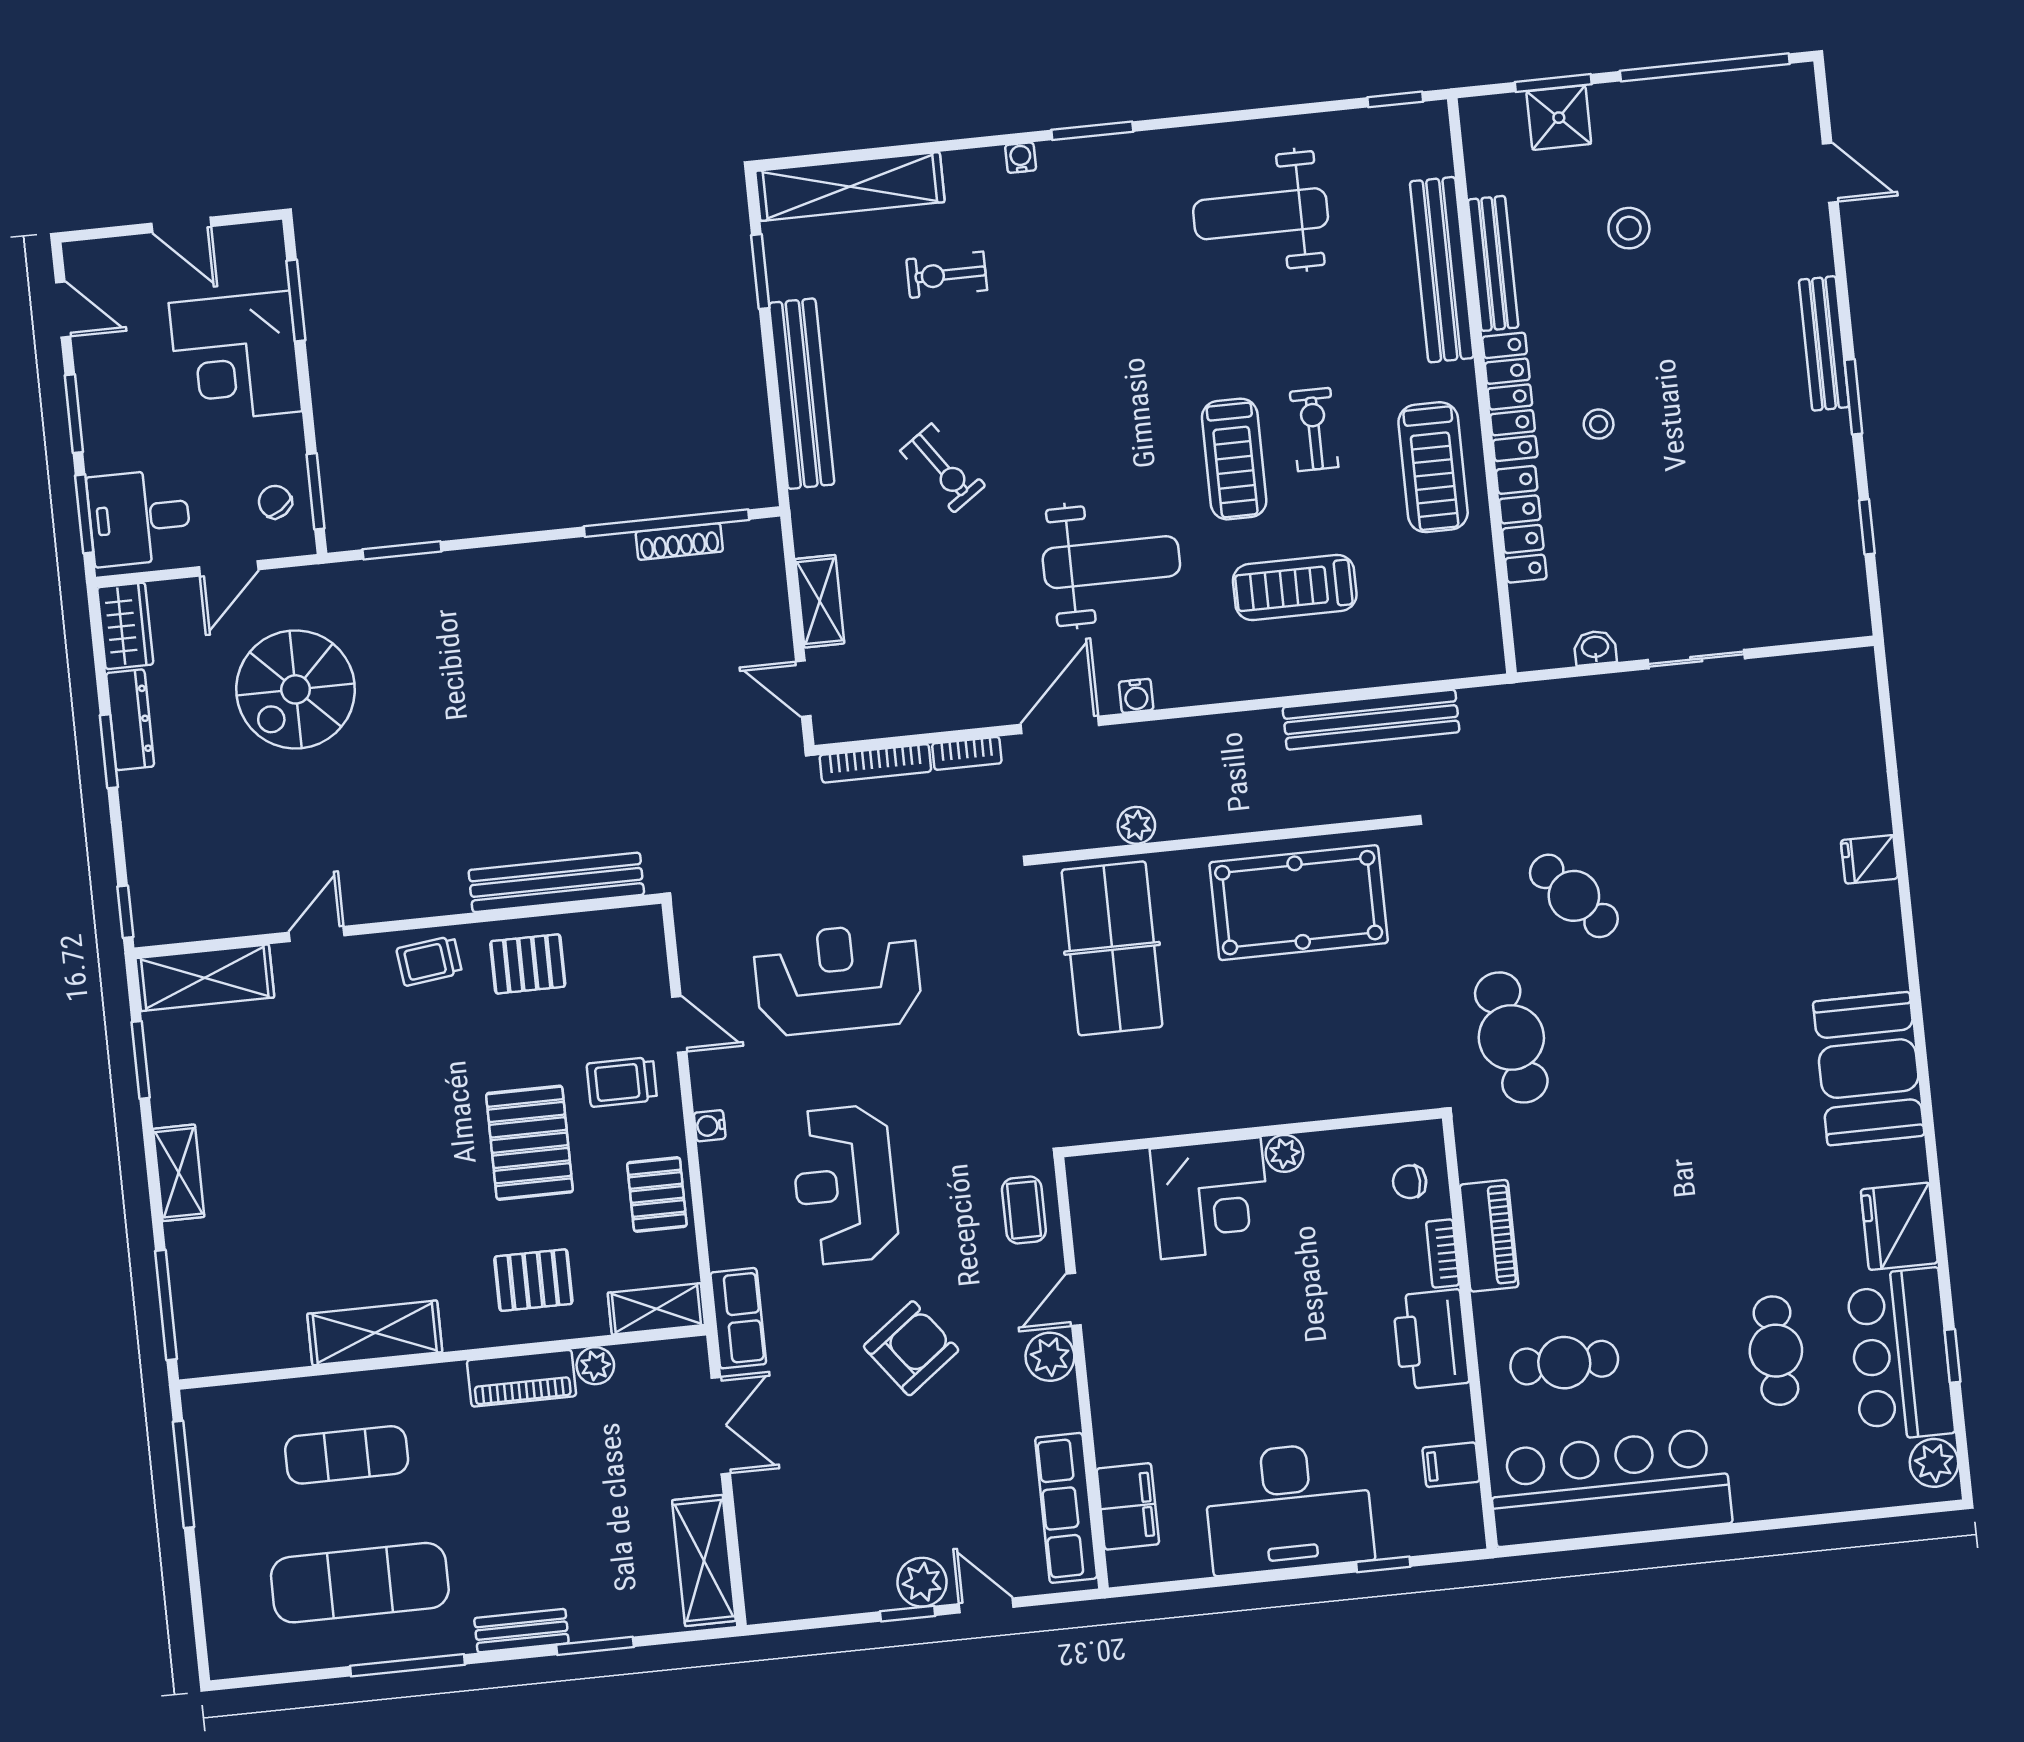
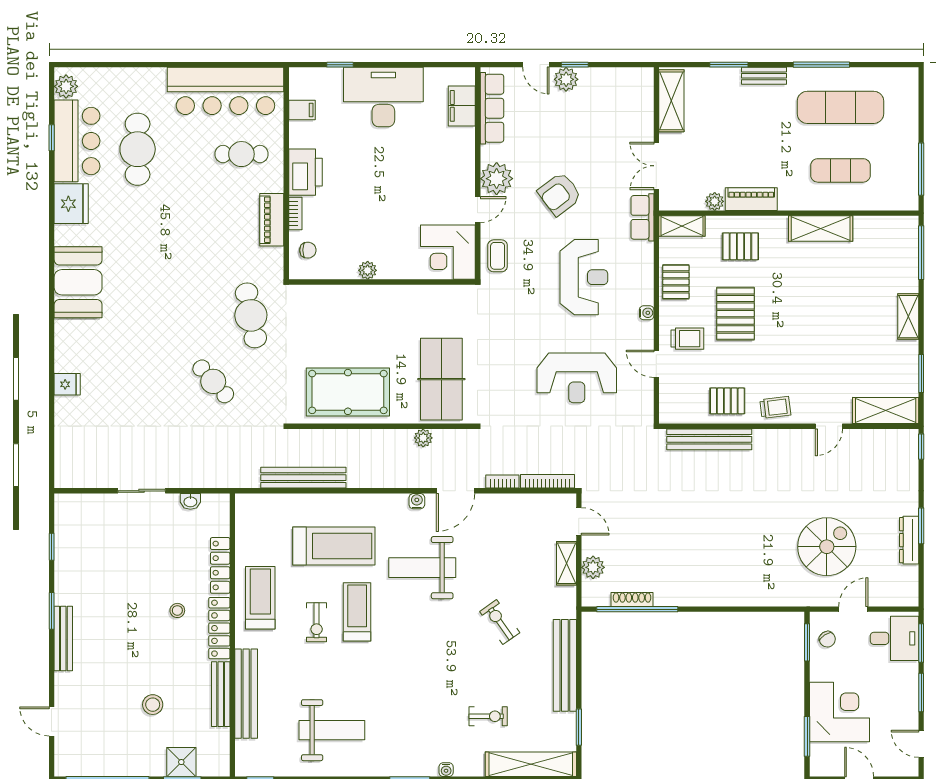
window: (402, 550) -> (768, 609), removed
treadmill: (1295, 588) -> (334, 546), width x1.37, depth x1.38
plant: (765, 599) -> (593, 567), added
wardrobe: (125, 626) -> (907, 586), removed
corner desk: (1211, 1198) -> (448, 252), moved, turned -90
cafe table: (1776, 1351) -> (138, 149), width x1.37, depth x1.35
plant: (1050, 1357) -> (497, 179), width x1.36, depth x1.36

